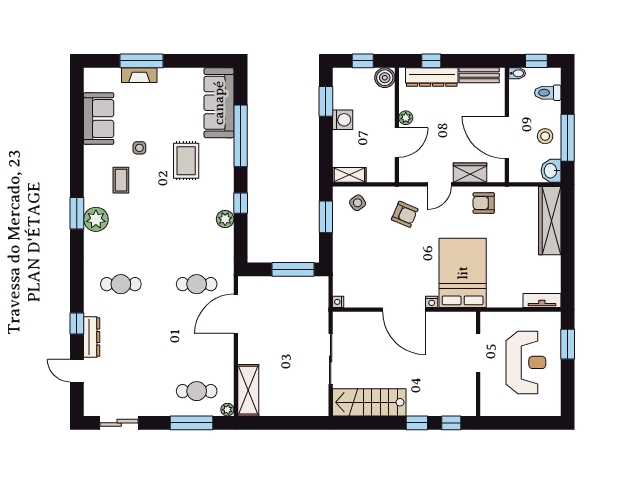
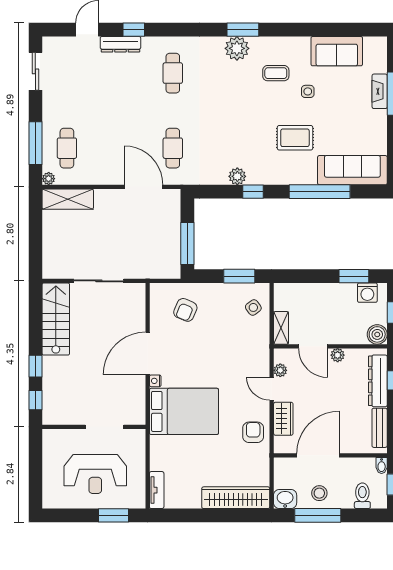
washing machine: (343, 120) -> (367, 293), moved
shelving: (349, 175) -> (281, 328), moved
plant: (421, 176) -> (280, 370), added
armchair: (405, 214) -> (185, 310), moved
nightstand: (338, 302) -> (155, 288), removed

